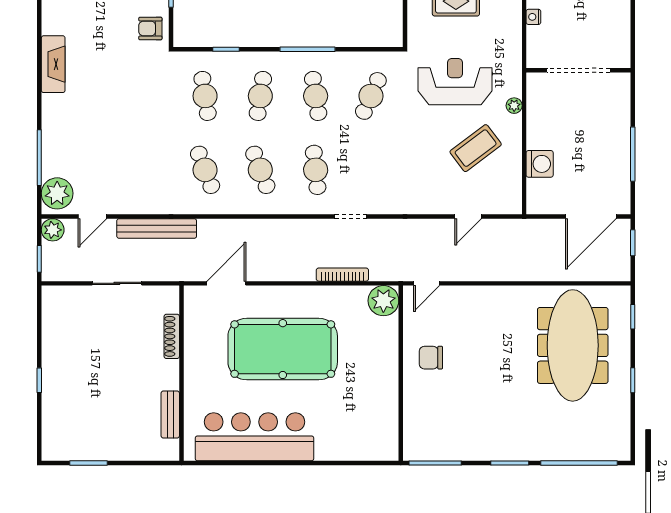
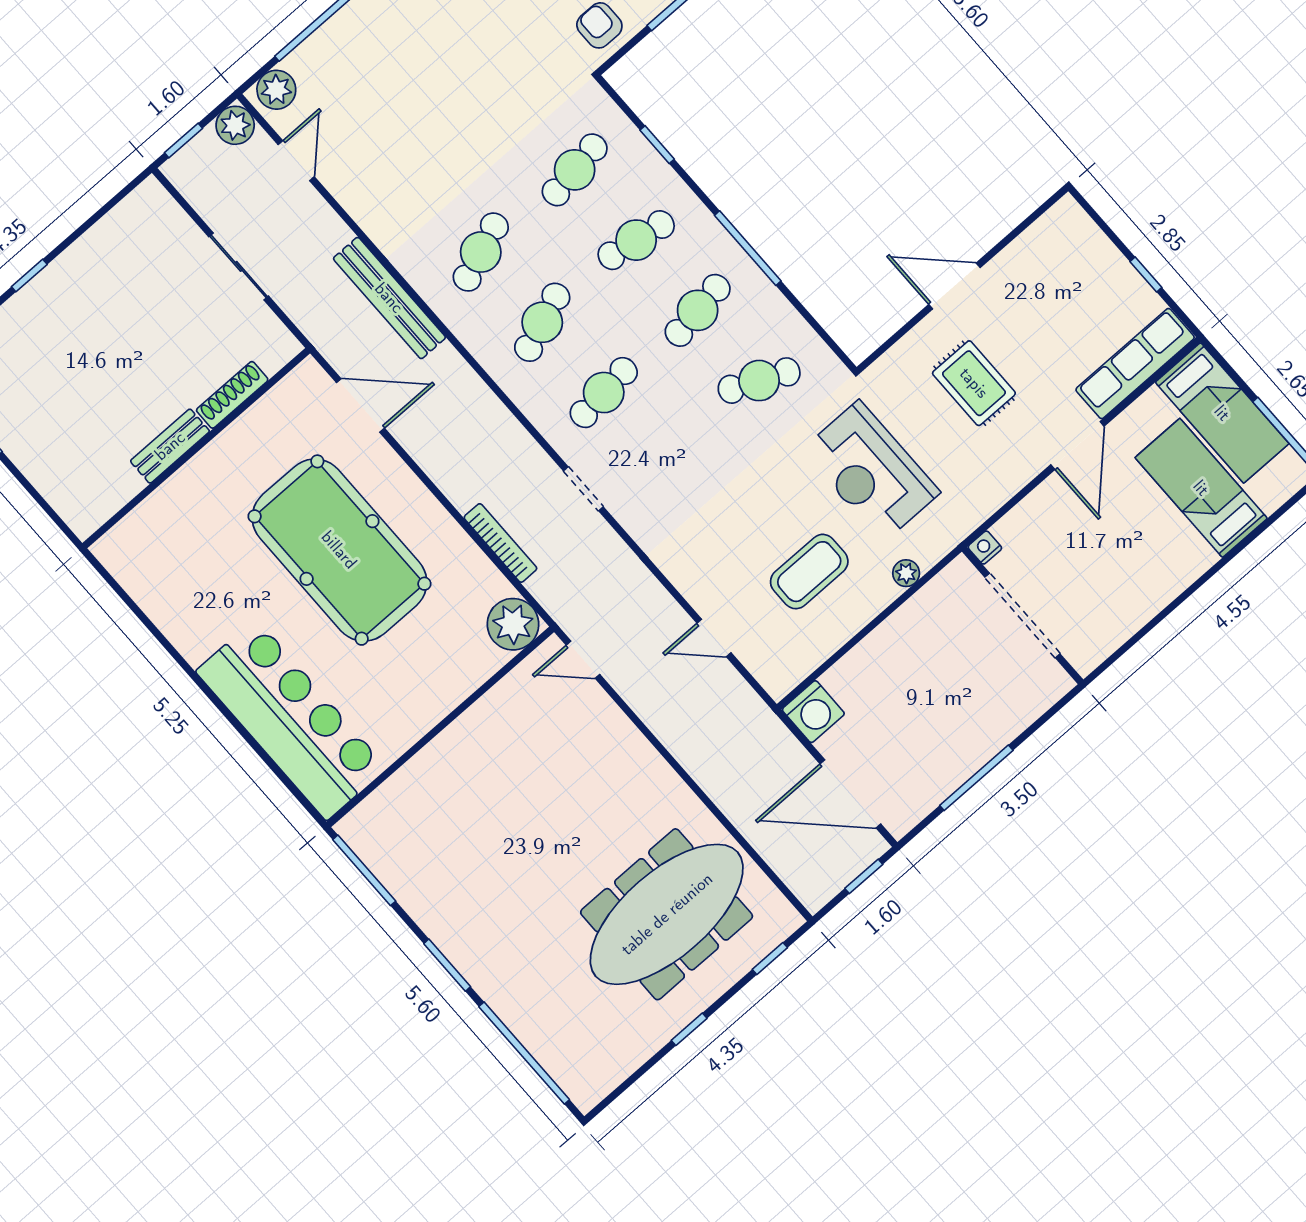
nightstand: (533, 17) -> (985, 548), moved
reception desk: (455, 82) -> (871, 471), turned 180
coffee table: (476, 148) -> (809, 572), turned -53
washing machine: (540, 164) -> (813, 712), moved
plant: (57, 193) -> (276, 90), width x0.73, depth x0.73
door: (92, 216) -> (296, 161), swing flipped
bench: (157, 228) -> (389, 298), moved
chair: (431, 358) -> (493, 748), removed
bench: (170, 415) -> (170, 446), moved
bar counter: (254, 437) -> (291, 720), moved

